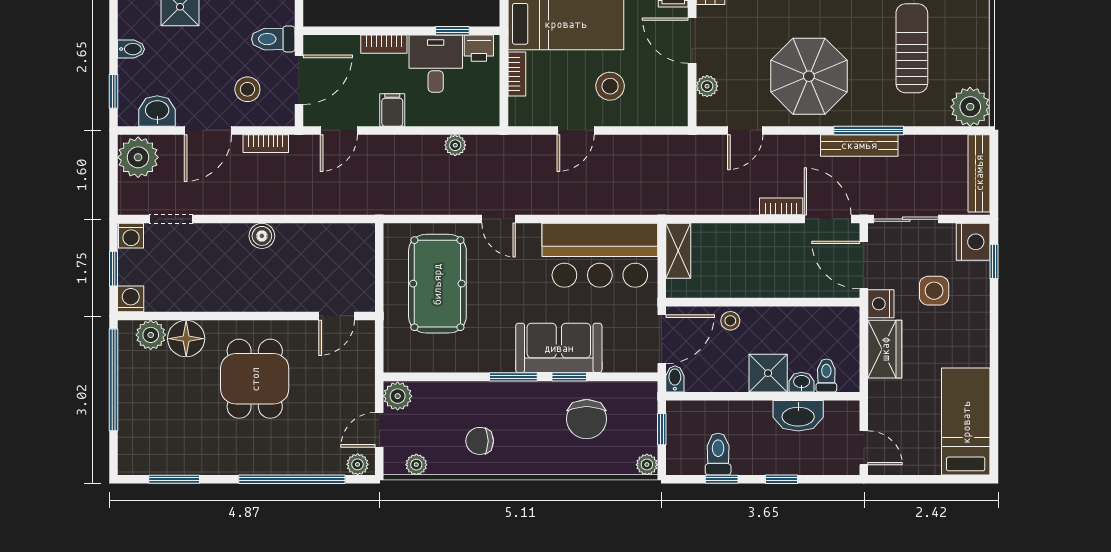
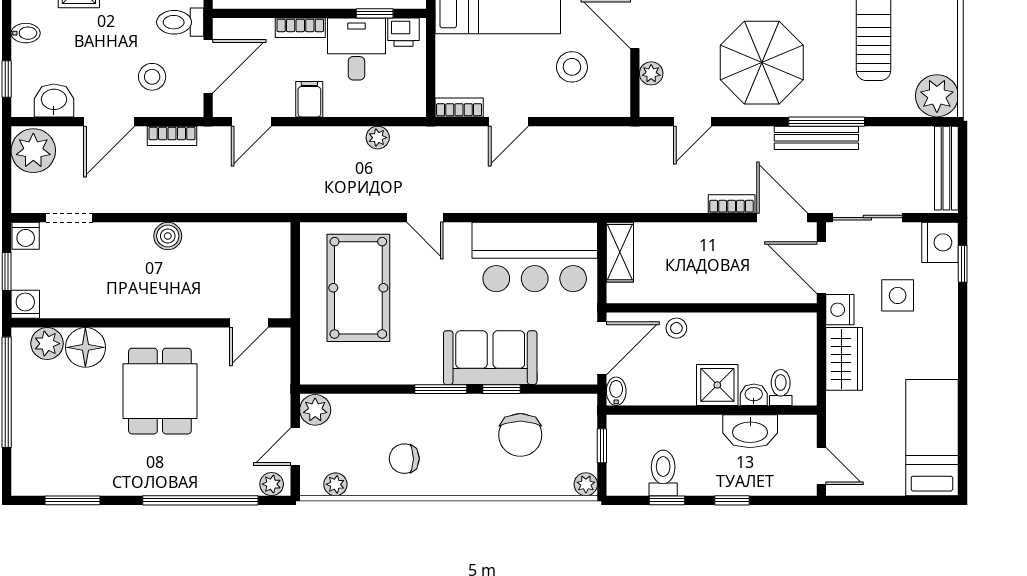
bookcase: (517, 74) -> (459, 107), moved, turned -90
stool: (610, 86) -> (572, 67), moved

